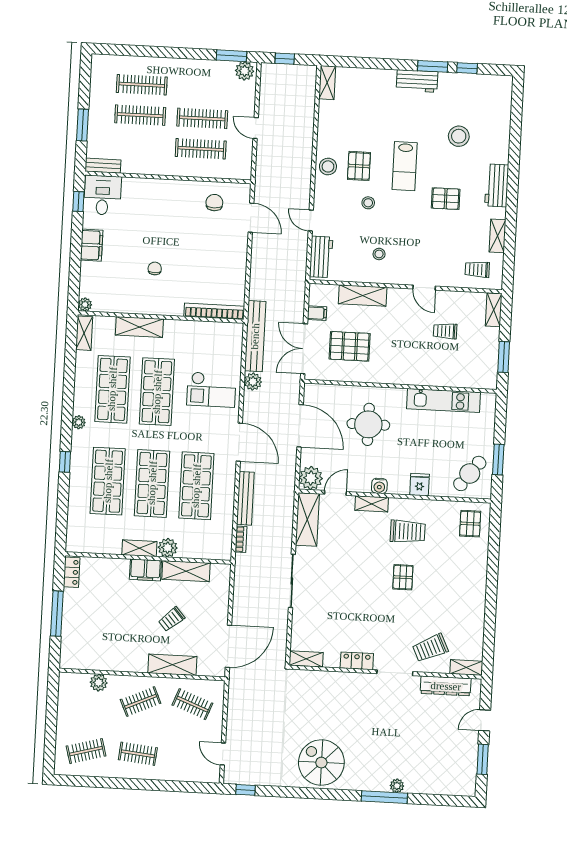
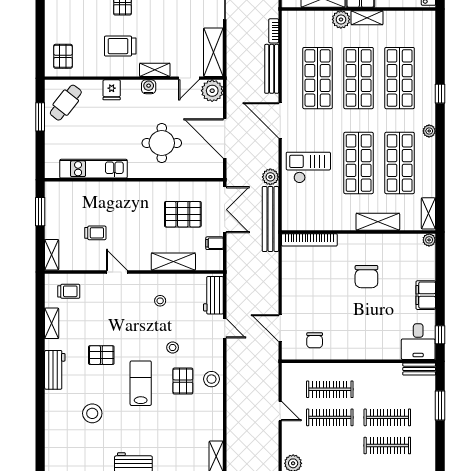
chair: (155, 268) -> (366, 277), width x1.87, depth x1.87

